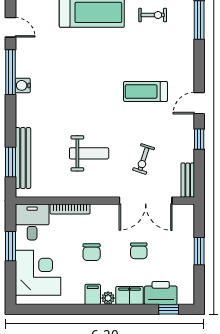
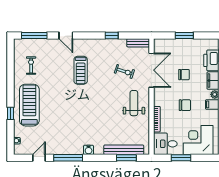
water cooler: (23, 85) -> (89, 150), moved
door: (199, 103) -> (66, 35), moved
weight bench: (89, 153) -> (134, 103), moved

